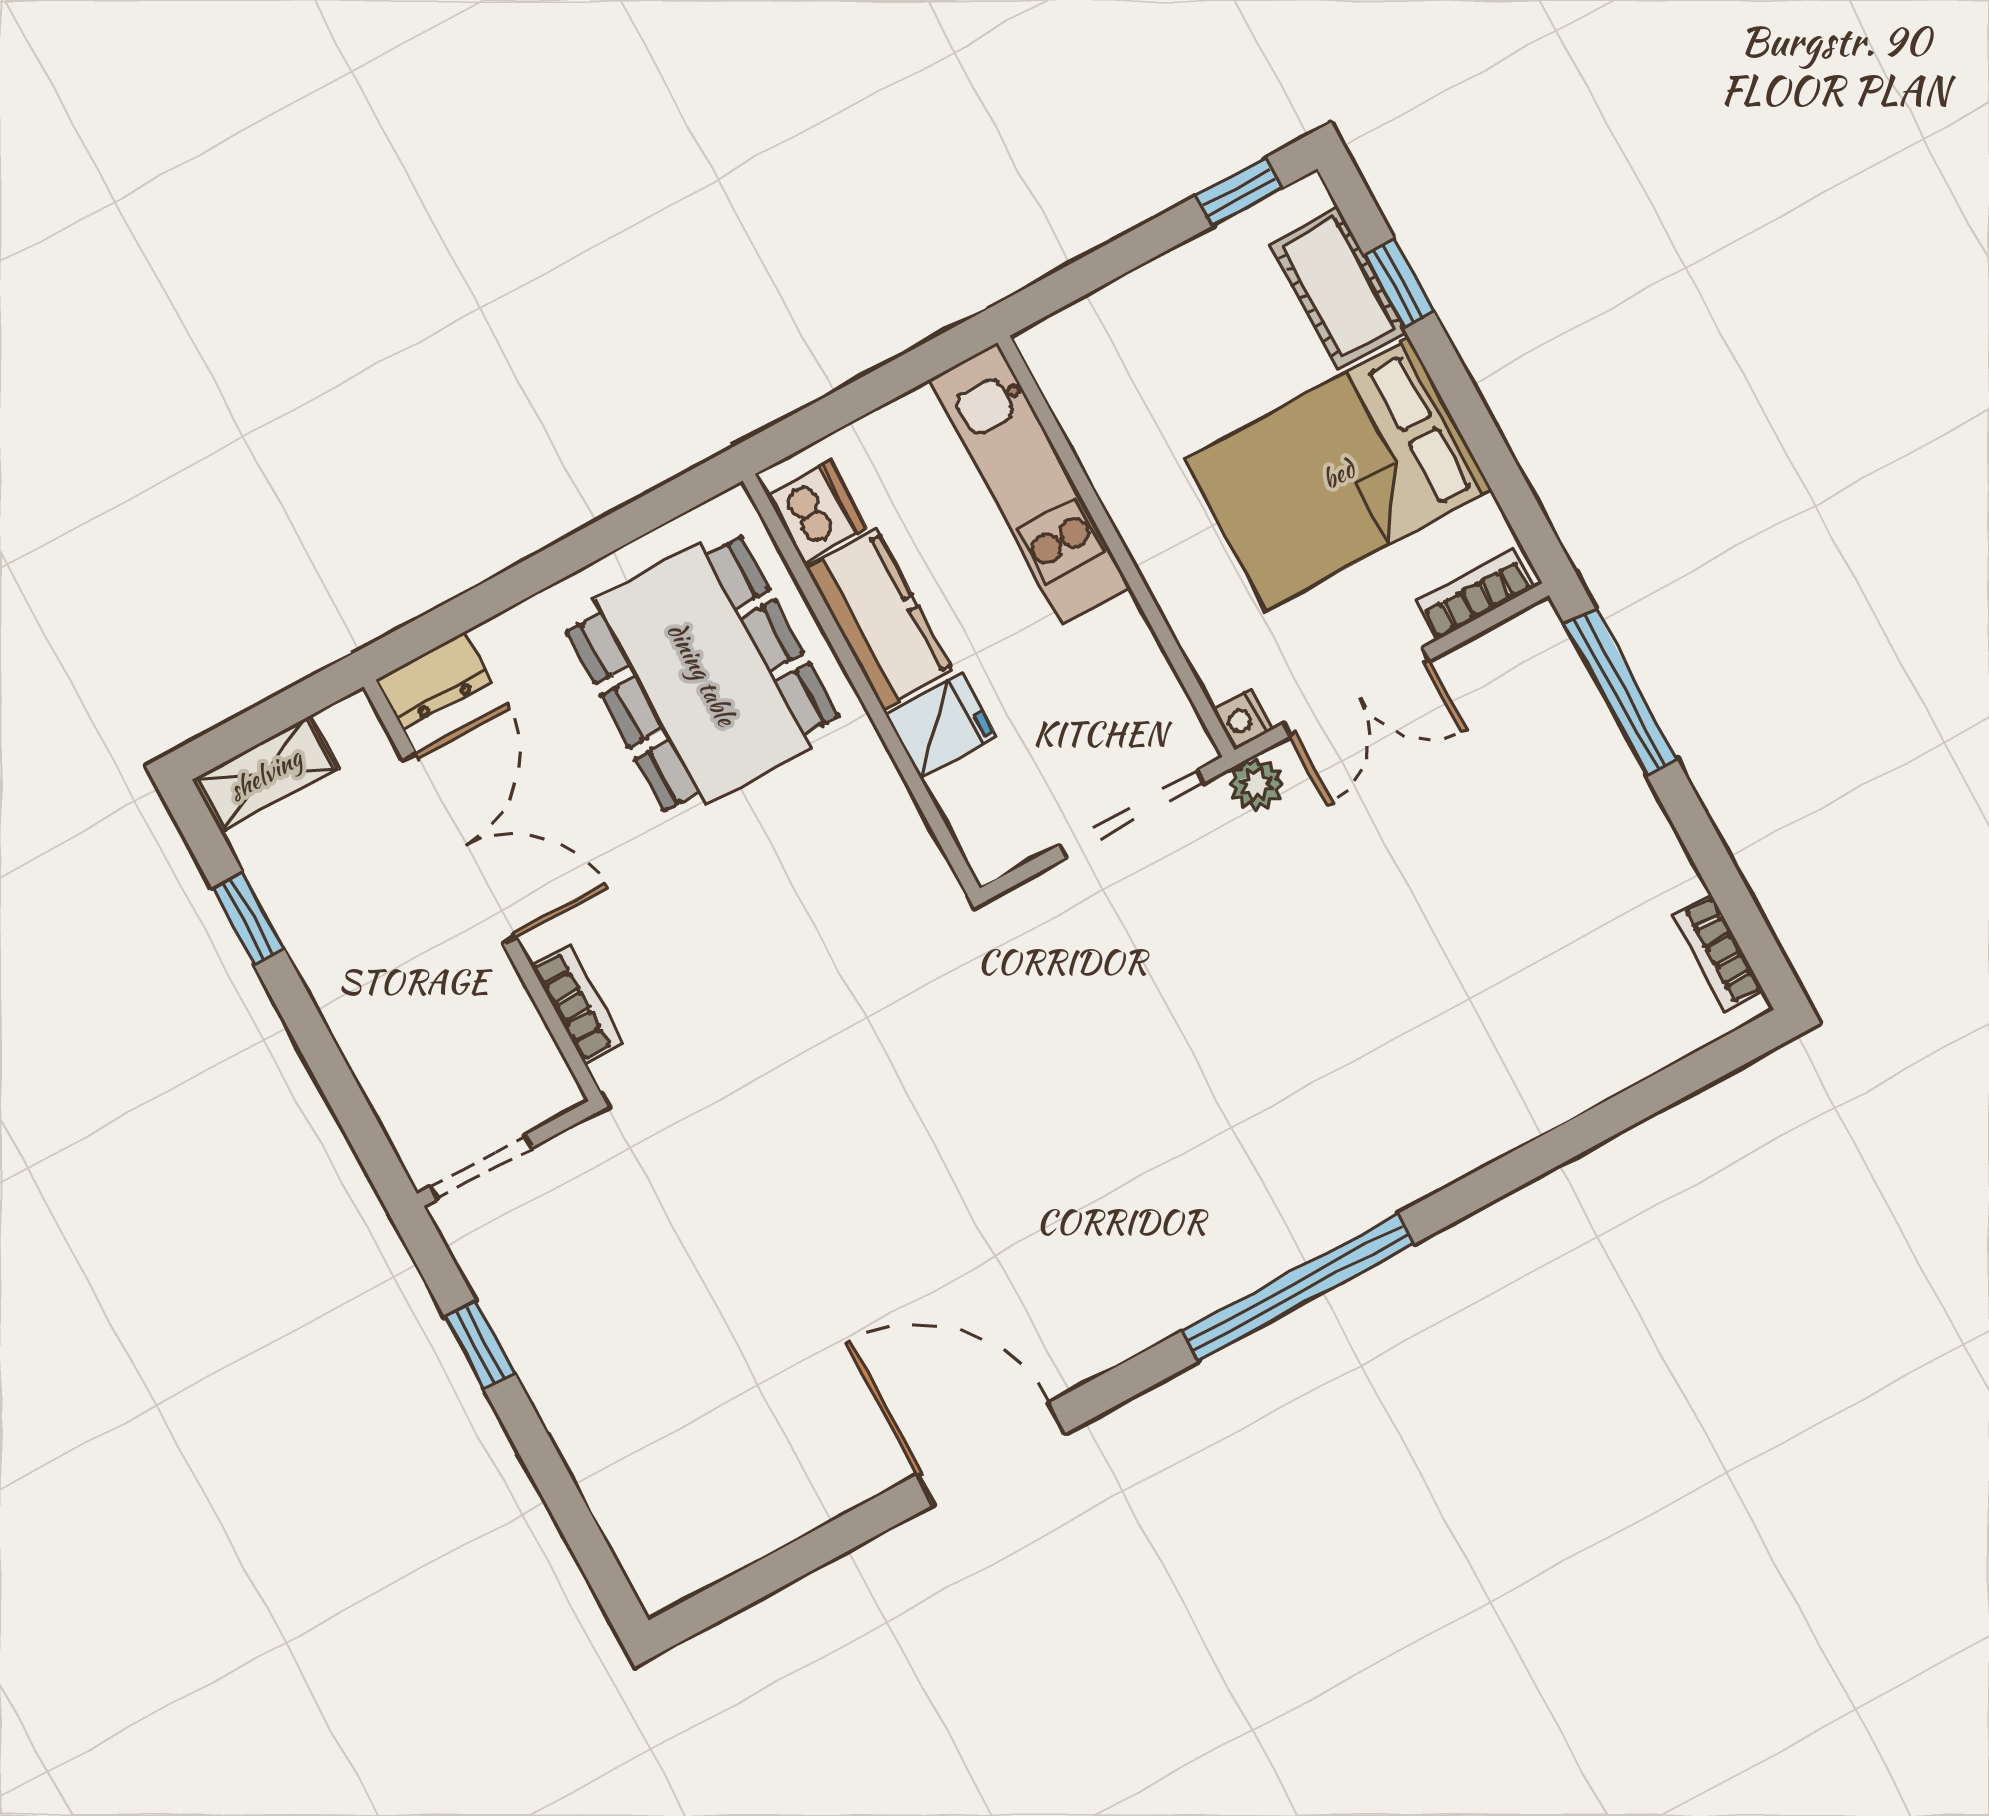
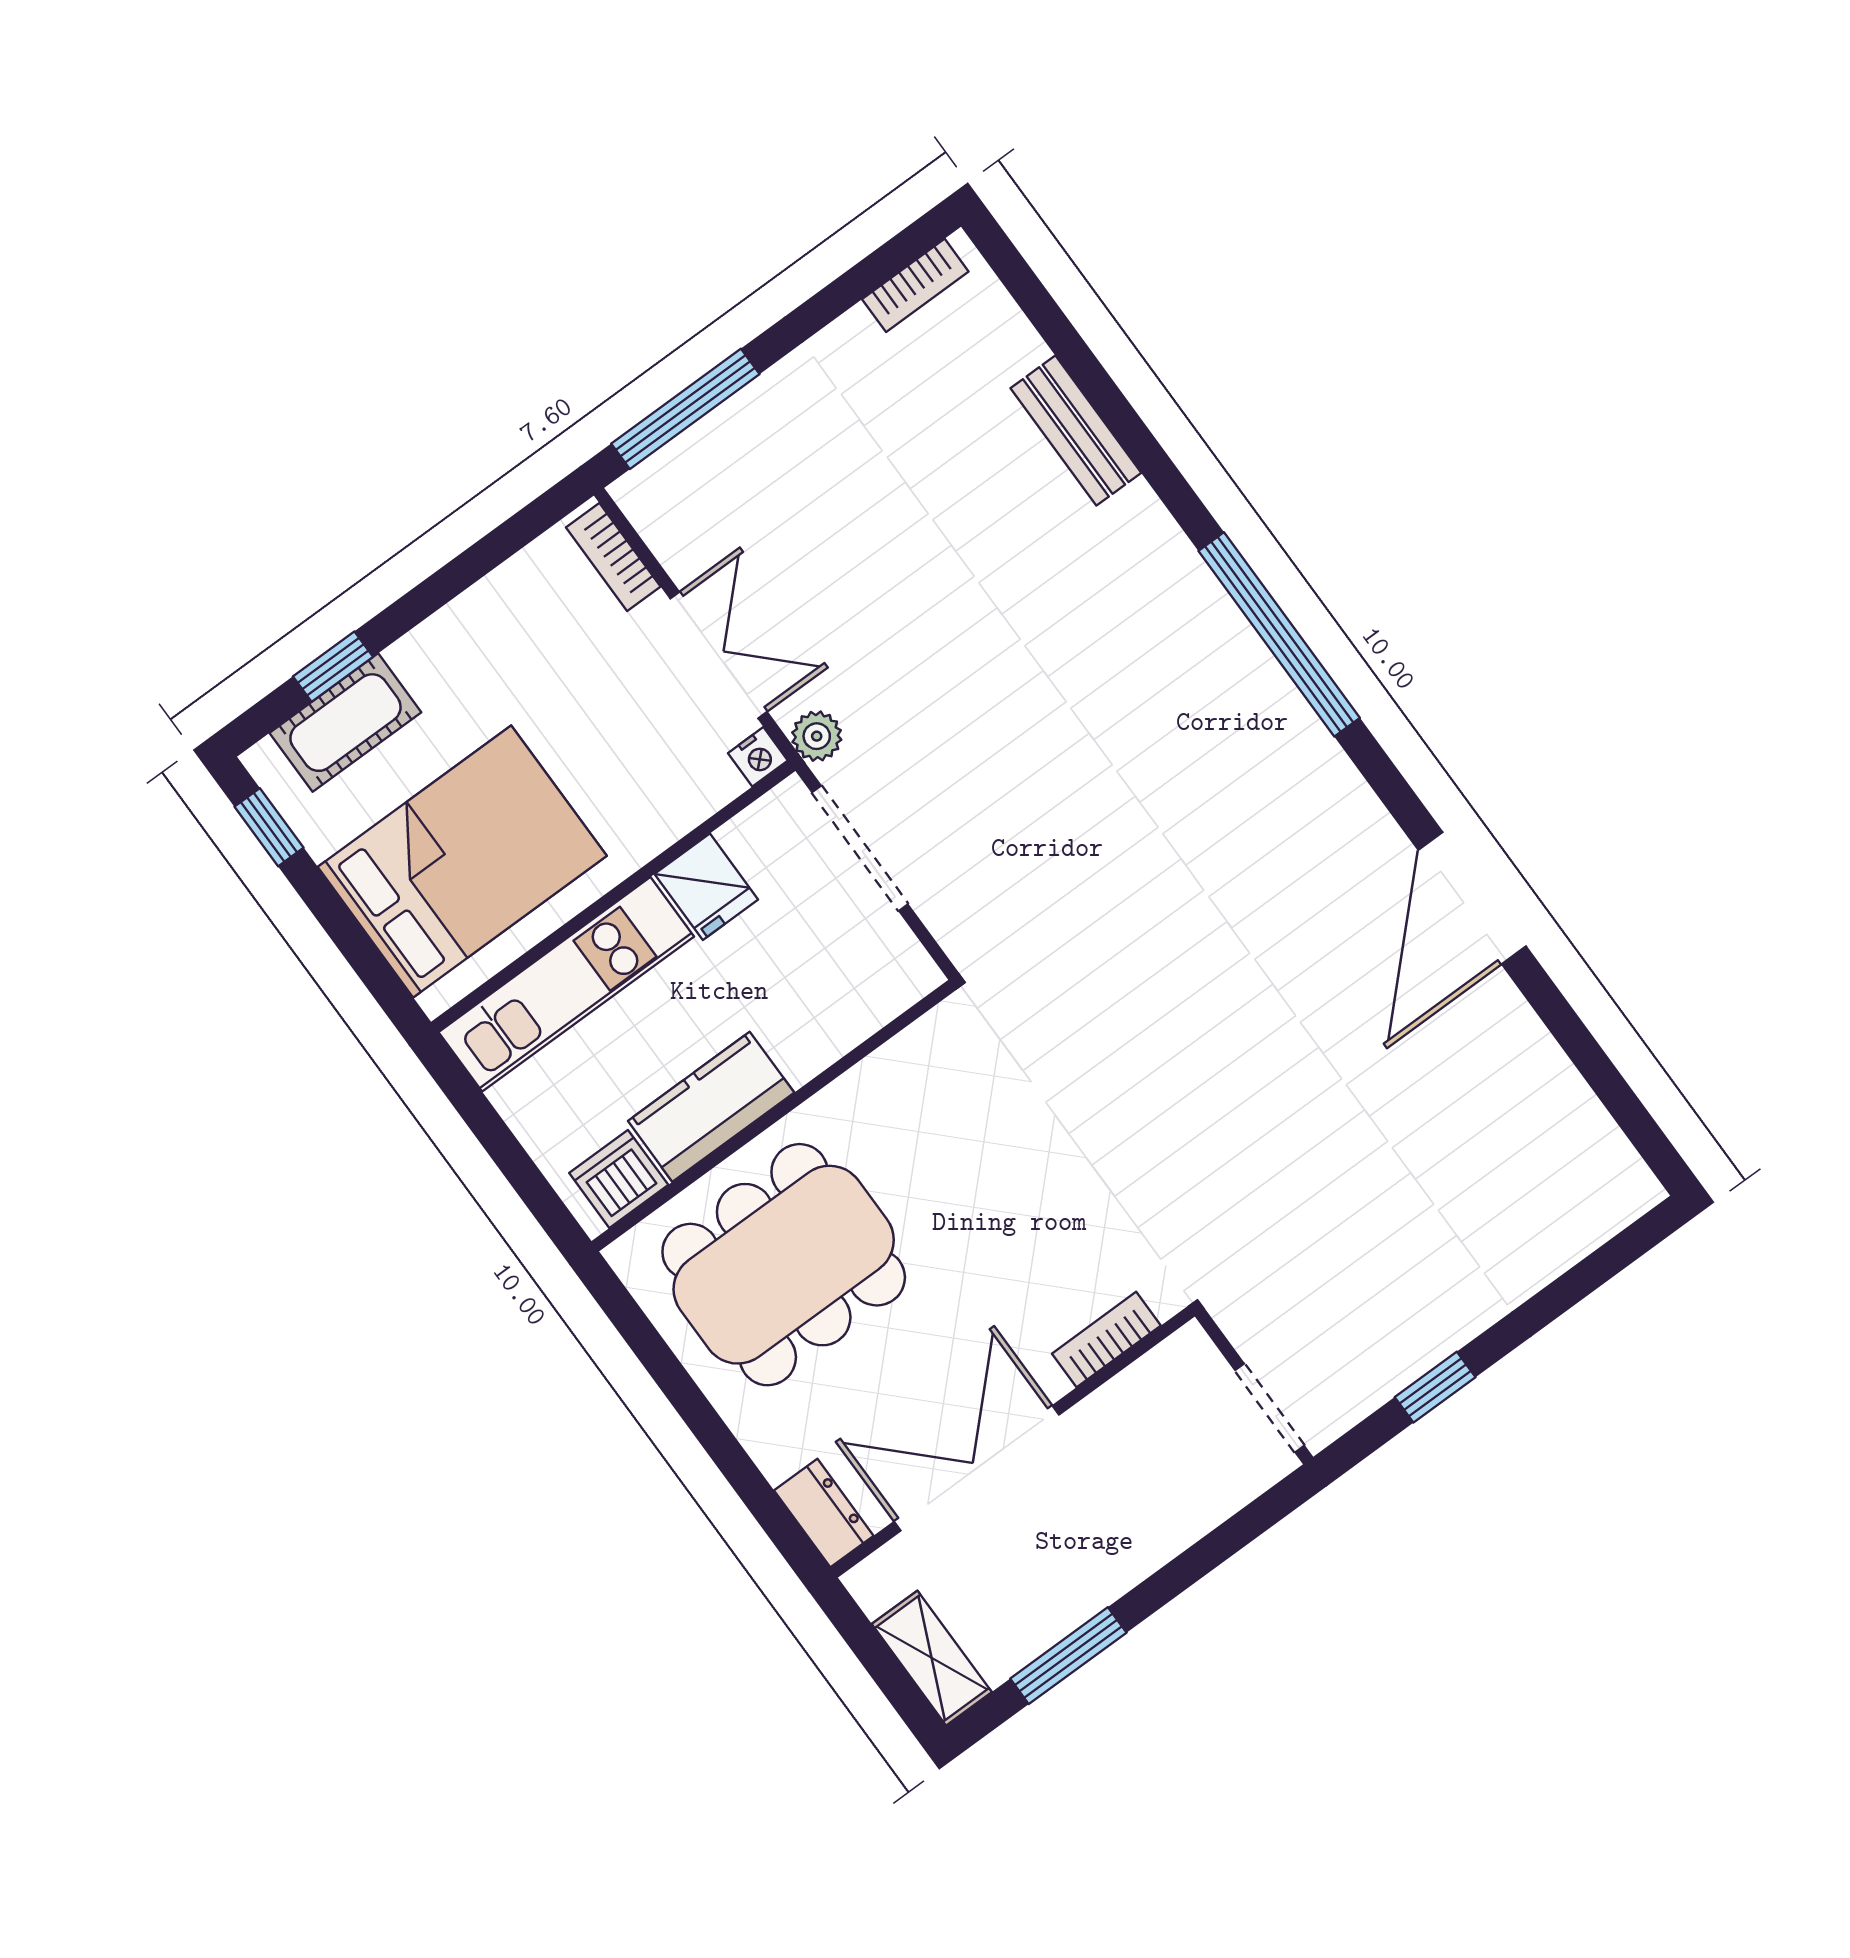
bed: (1338, 474) -> (462, 861), moved, turned -90
fridge: (941, 726) -> (706, 887), moved, turned 180
window: (248, 919) -> (1068, 1656), width x1.50
bench: (1542, 1102) -> (1076, 431), added

